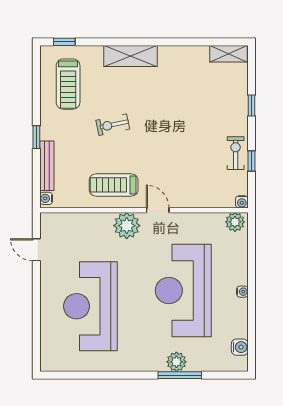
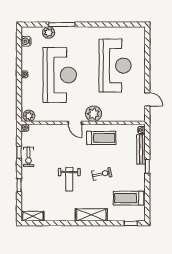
treadmill: (68, 84) -> (128, 198), turned -90
weight bench: (167, 116) -> (69, 179), added
plant: (176, 362) -> (49, 32), moved

